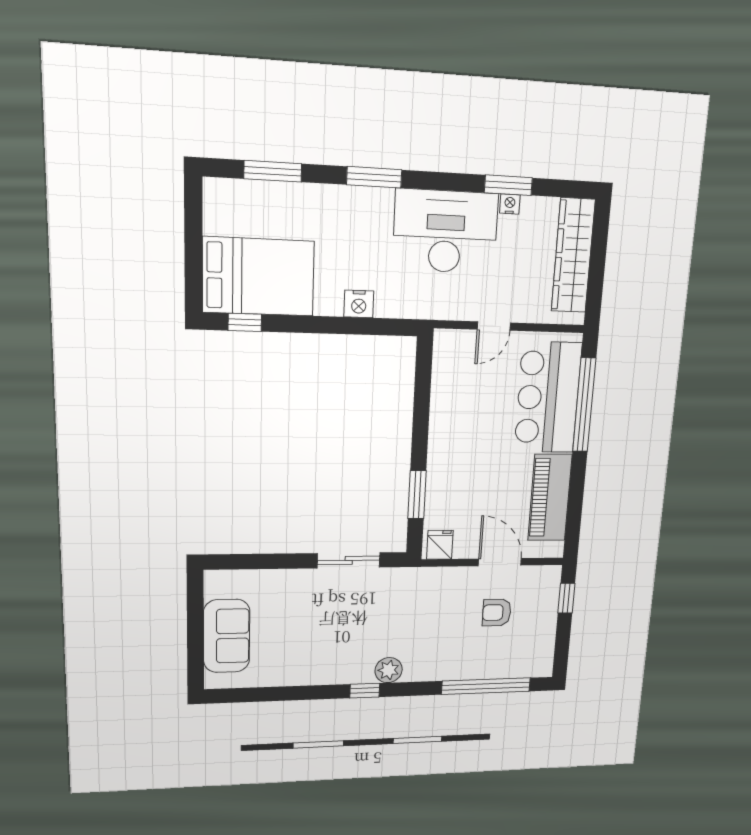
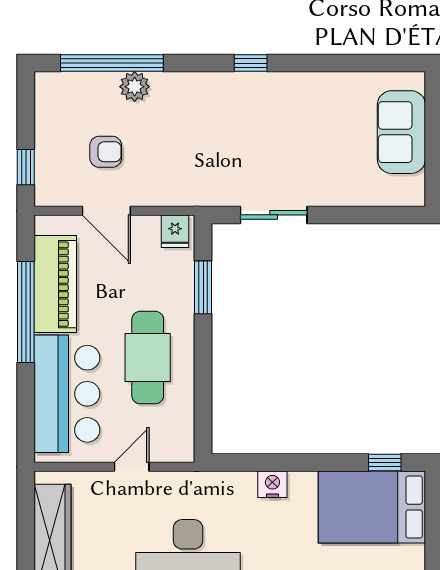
window: (584, 405) -> (26, 312), moved
cafe table: (472, 430) -> (148, 358), added
plant: (389, 670) -> (135, 87), moved

